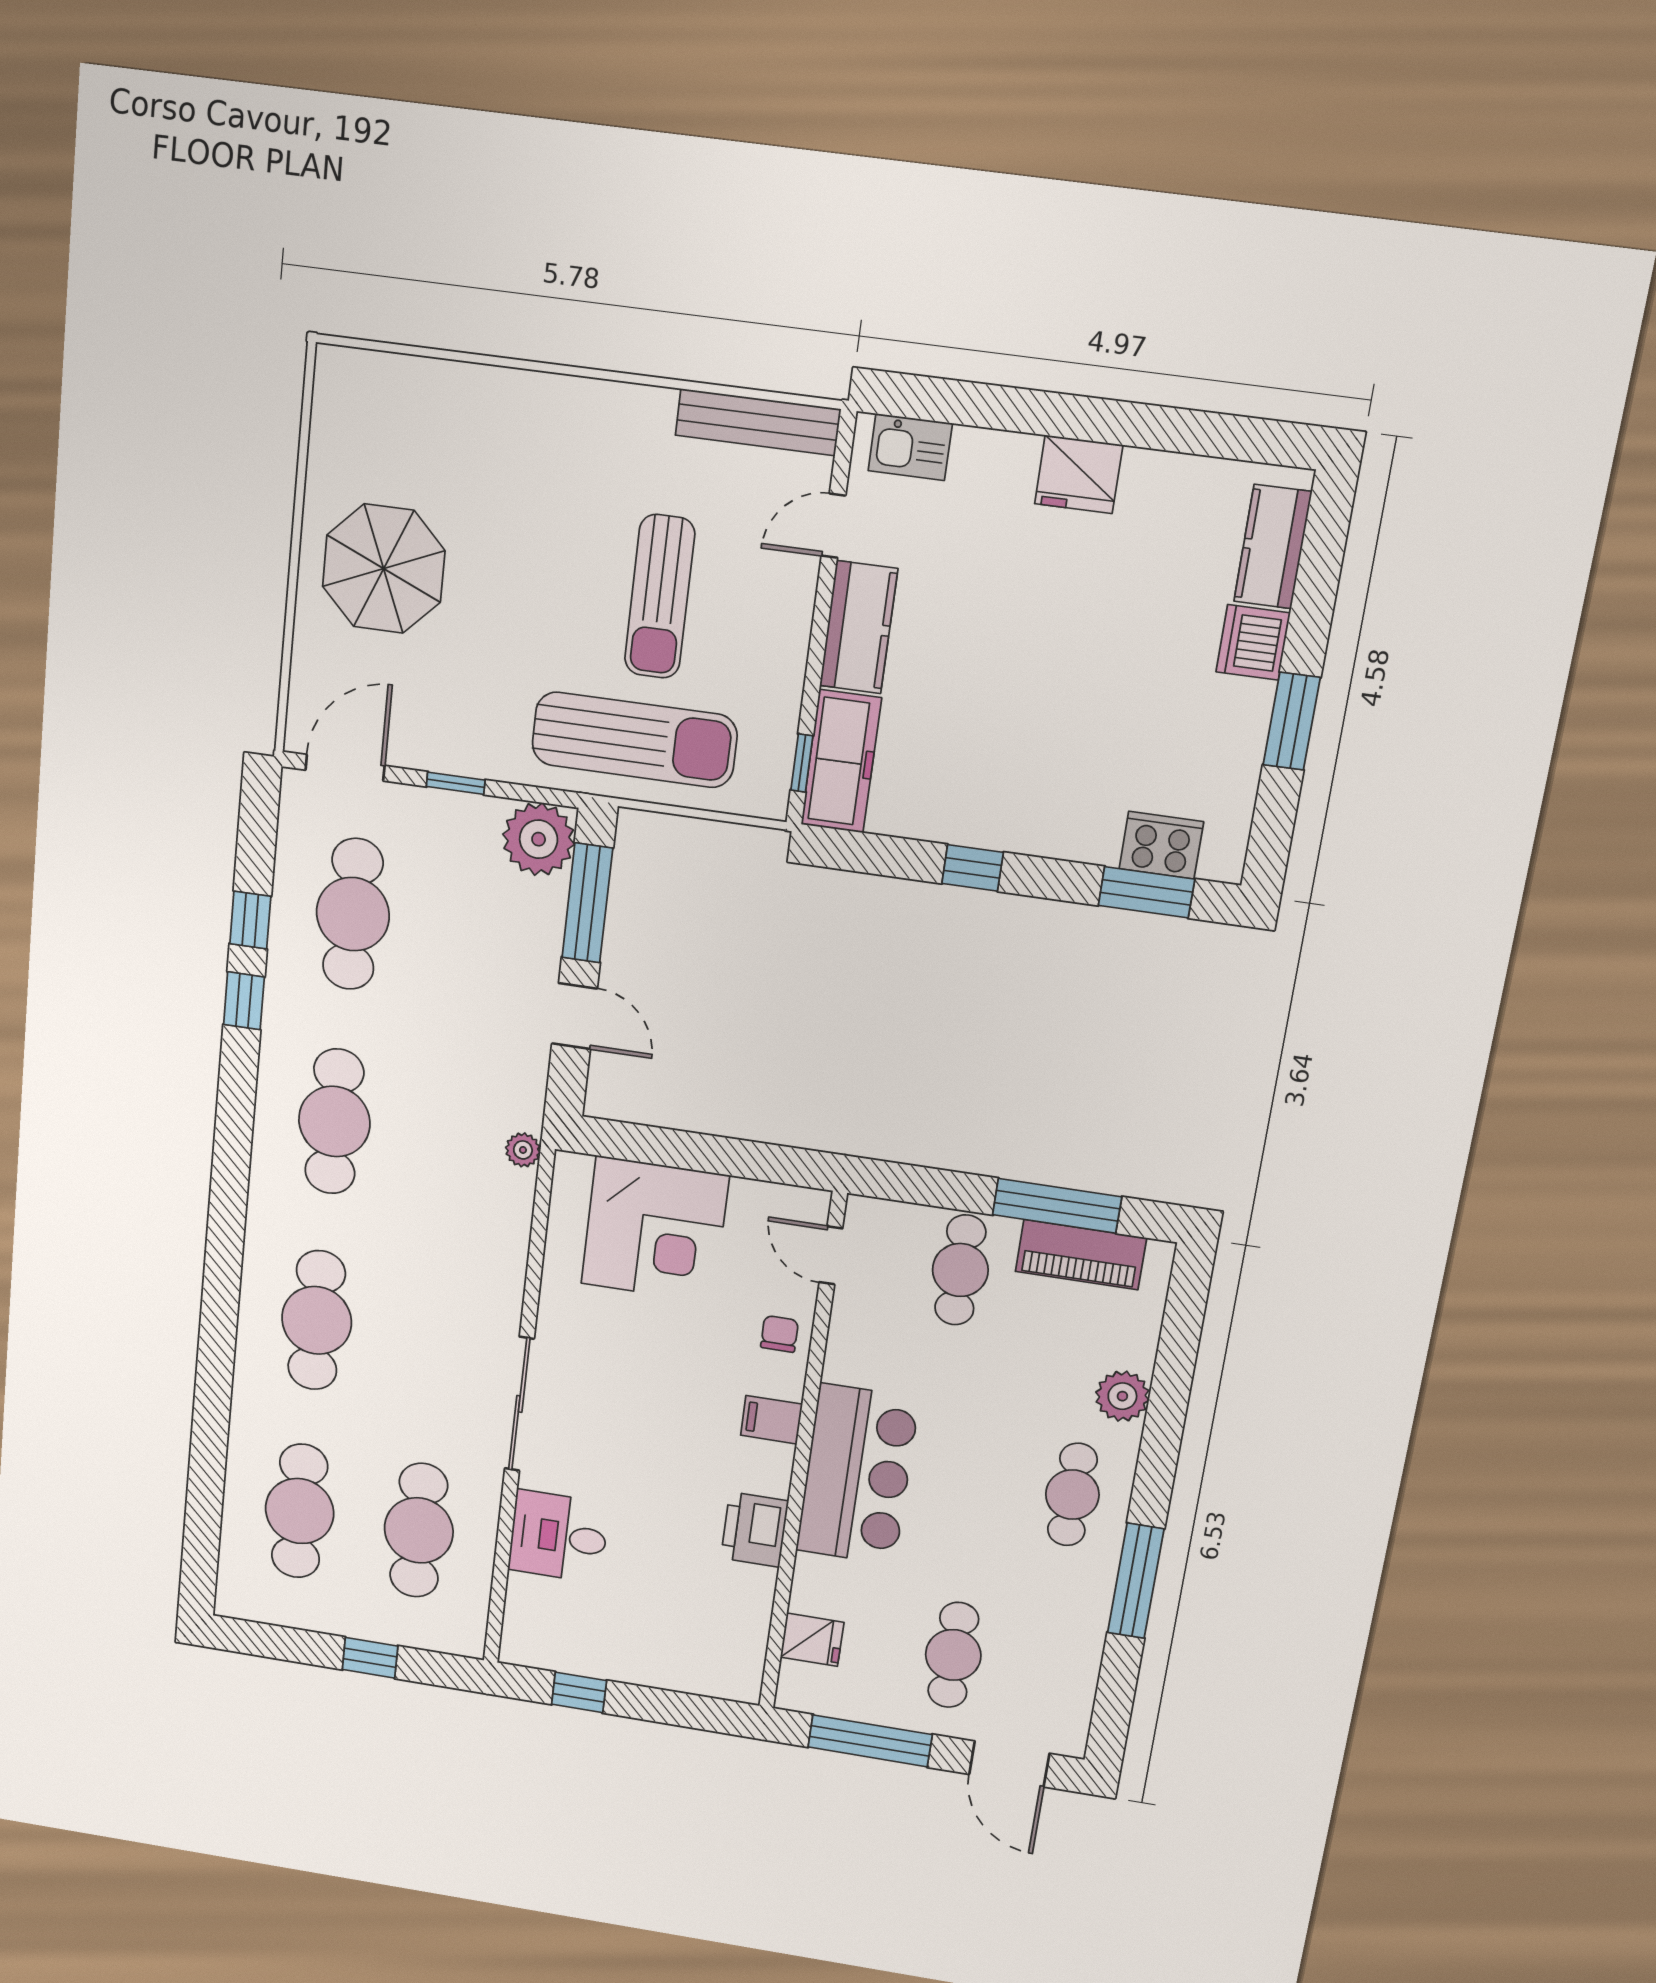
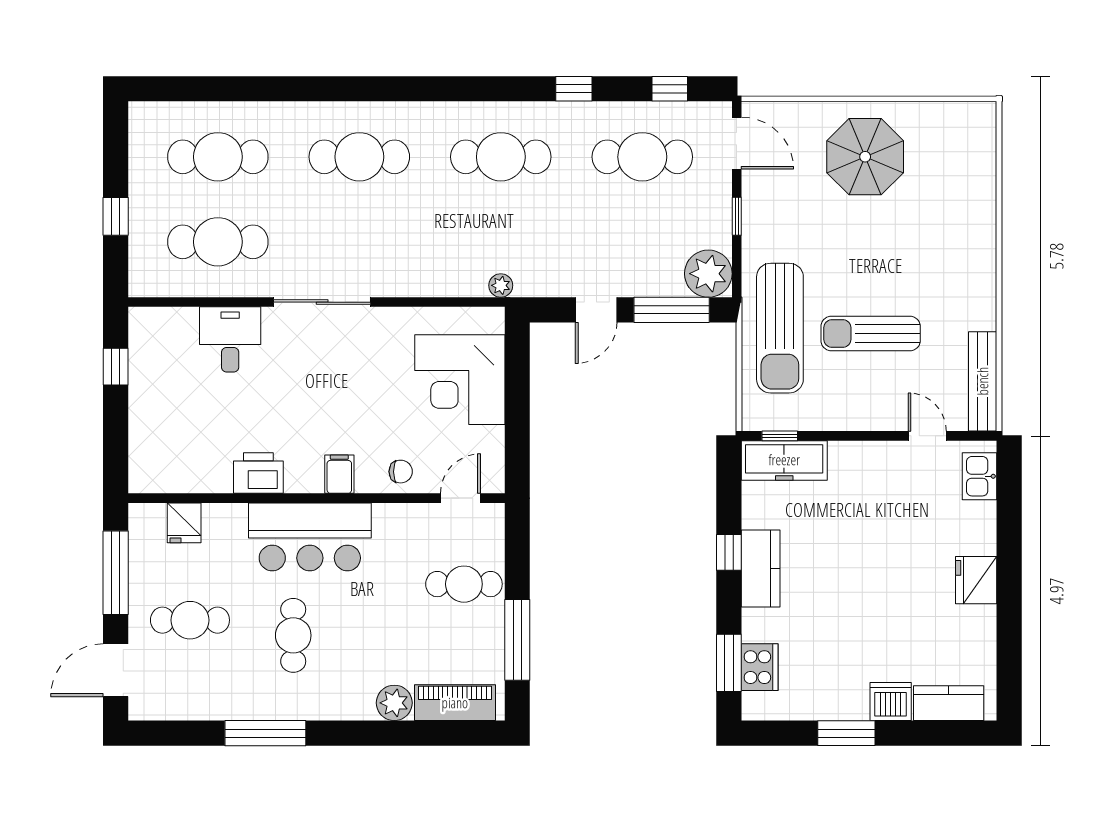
kitchen counter: (859, 627) -> (761, 569), moved, turned -90
window: (250, 920) -> (670, 89), moved
piano: (1081, 1255) -> (455, 703), moved, turned 90
cafe table: (1072, 1495) -> (293, 635), moved, turned 90

